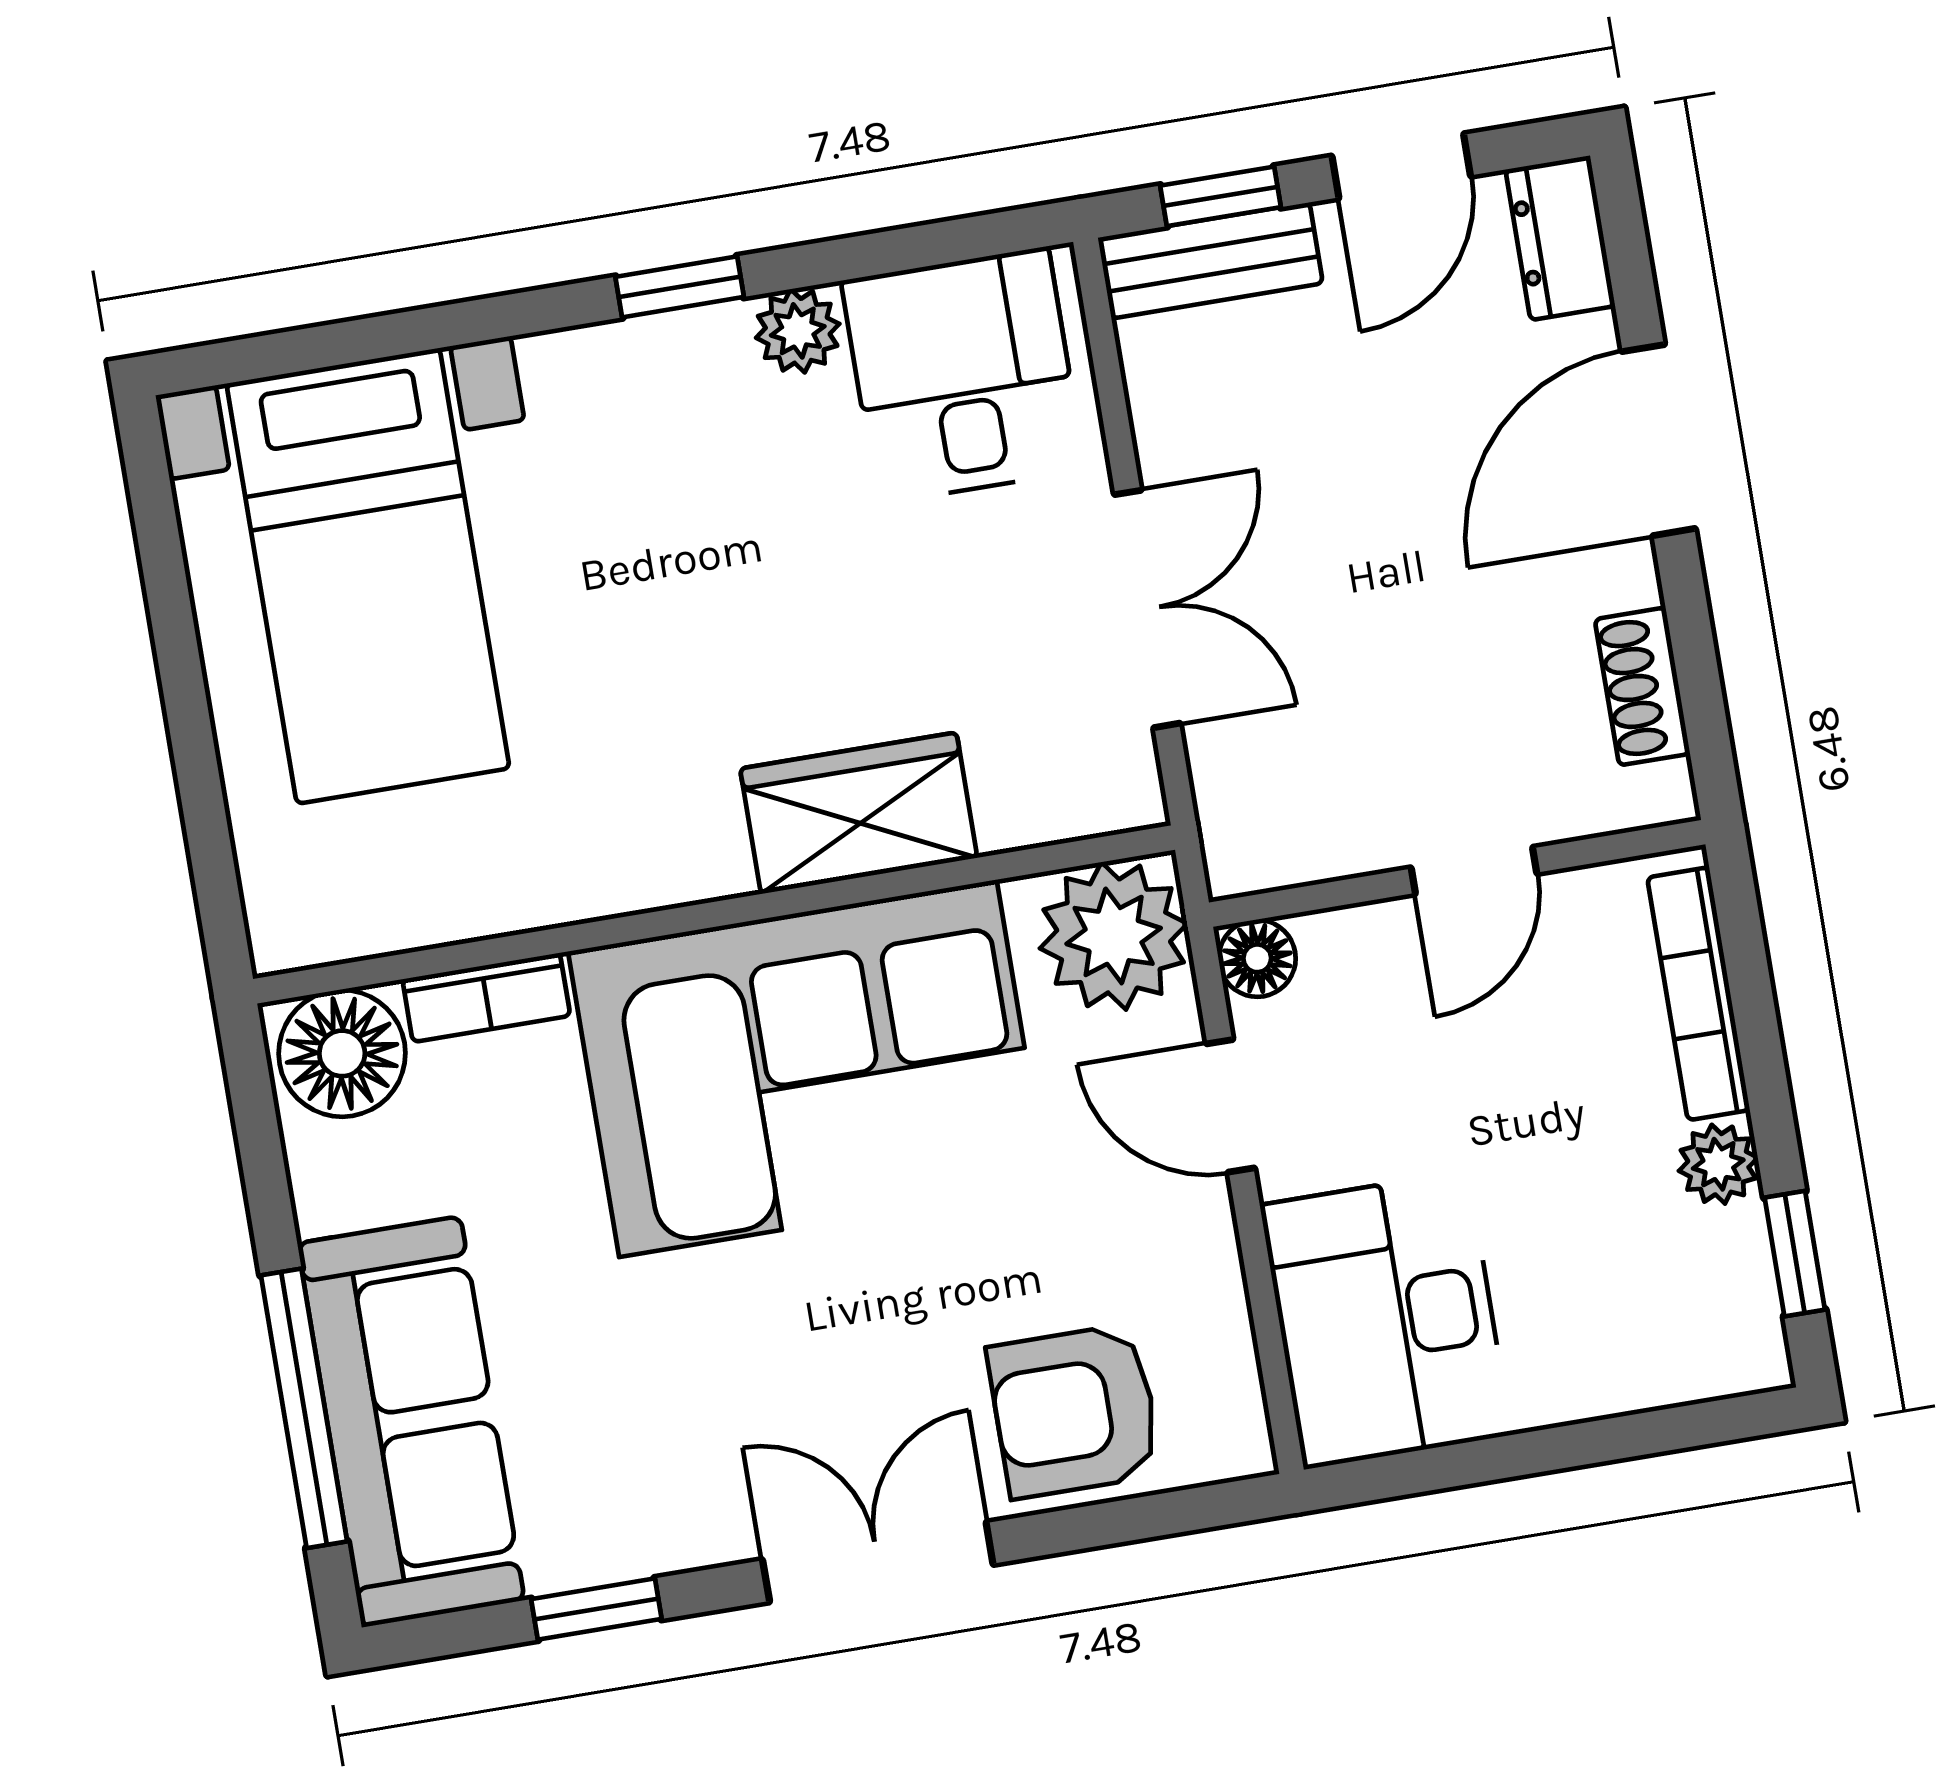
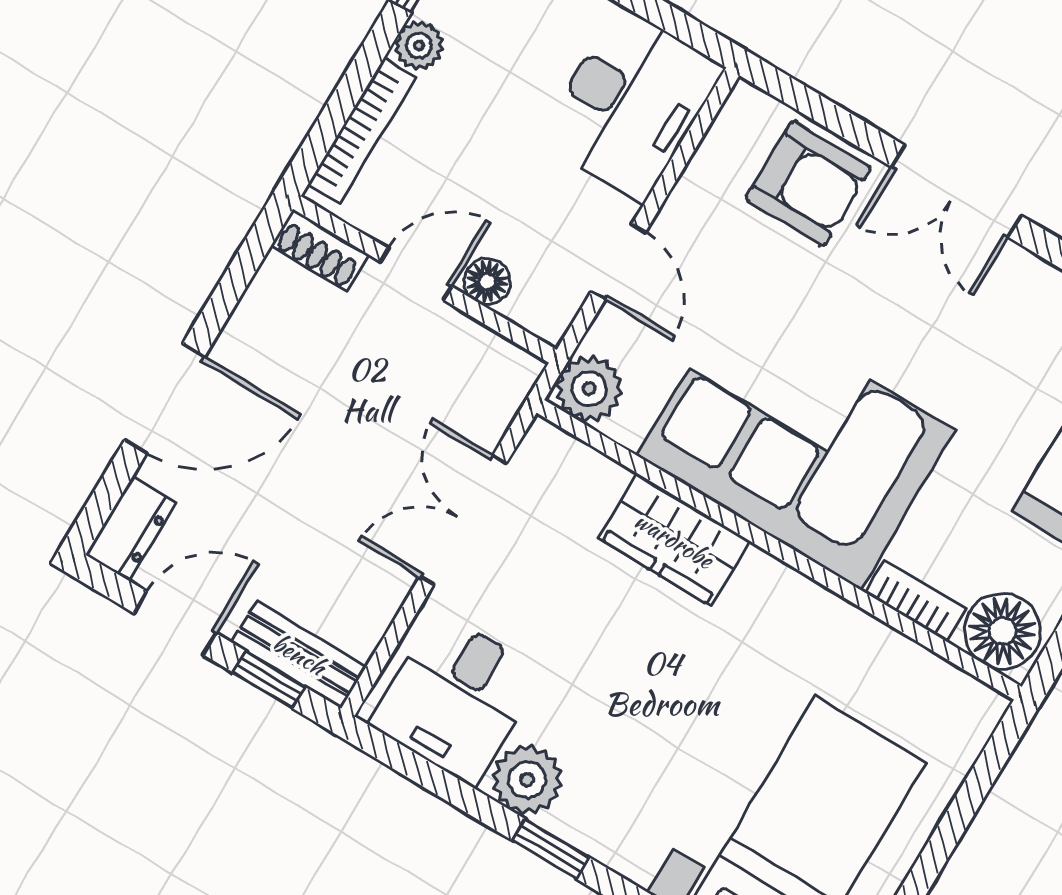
plant: (798, 331) -> (527, 780), width x1.38, depth x1.38
shoe rack: (1642, 686) -> (320, 250), moved, turned 90
plant: (1114, 936) -> (589, 389), width x0.73, depth x0.73
floor lamp: (1257, 958) -> (487, 282), moved

